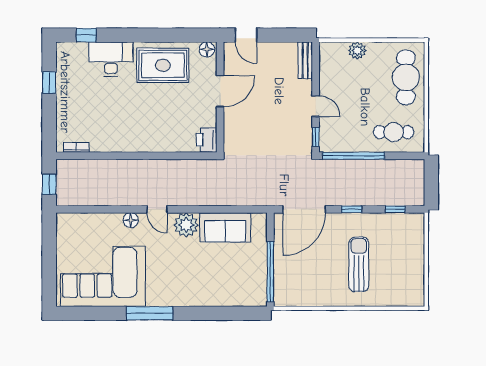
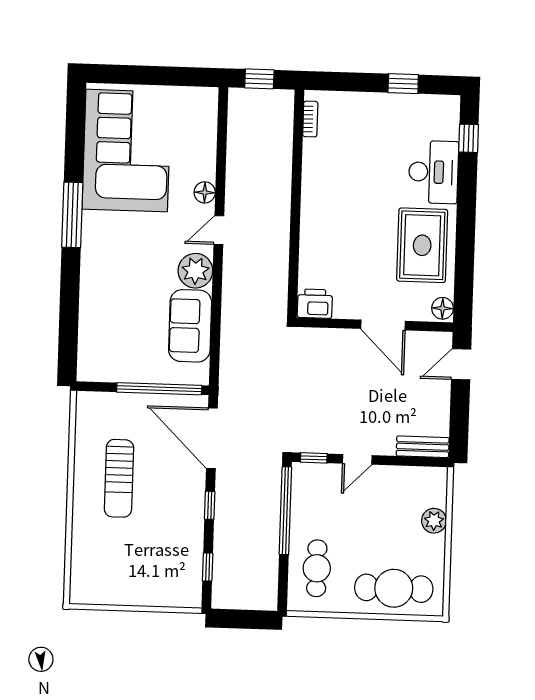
sun lounger: (359, 264) -> (119, 478), moved, turned 90
window: (270, 272) -> (159, 389), moved

